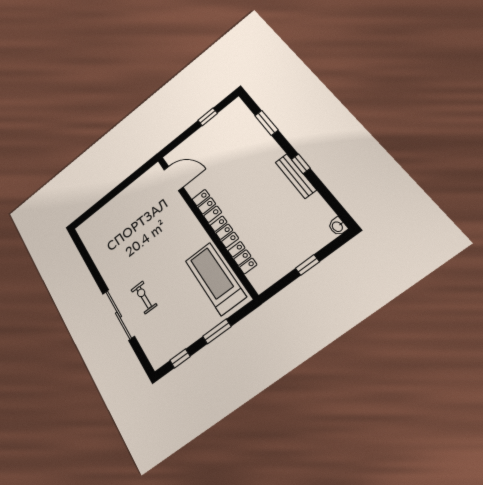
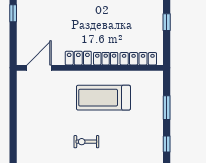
locker: (242, 258) -> (138, 59), width x1.53
treadmill: (215, 279) -> (103, 98), moved
exercise bike: (144, 297) -> (86, 142), moved

